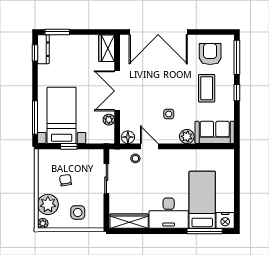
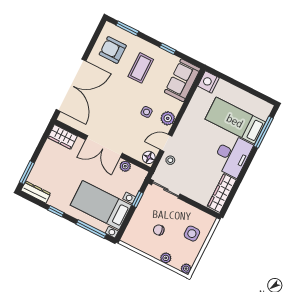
window: (35, 53) -> (56, 211), moved
window: (237, 57) -> (127, 28), width x0.69
coffee table: (207, 88) -> (141, 68), turned 90
window: (237, 93) -> (168, 49), moved
plant: (187, 136) -> (168, 118), moved
window: (69, 146) -> (138, 199), moved
sliding door: (106, 179) -> (166, 189), moved
plant: (48, 204) -> (166, 258), width x0.53, depth x0.53
nightstand: (225, 220) -> (208, 82), moved, turned 180

